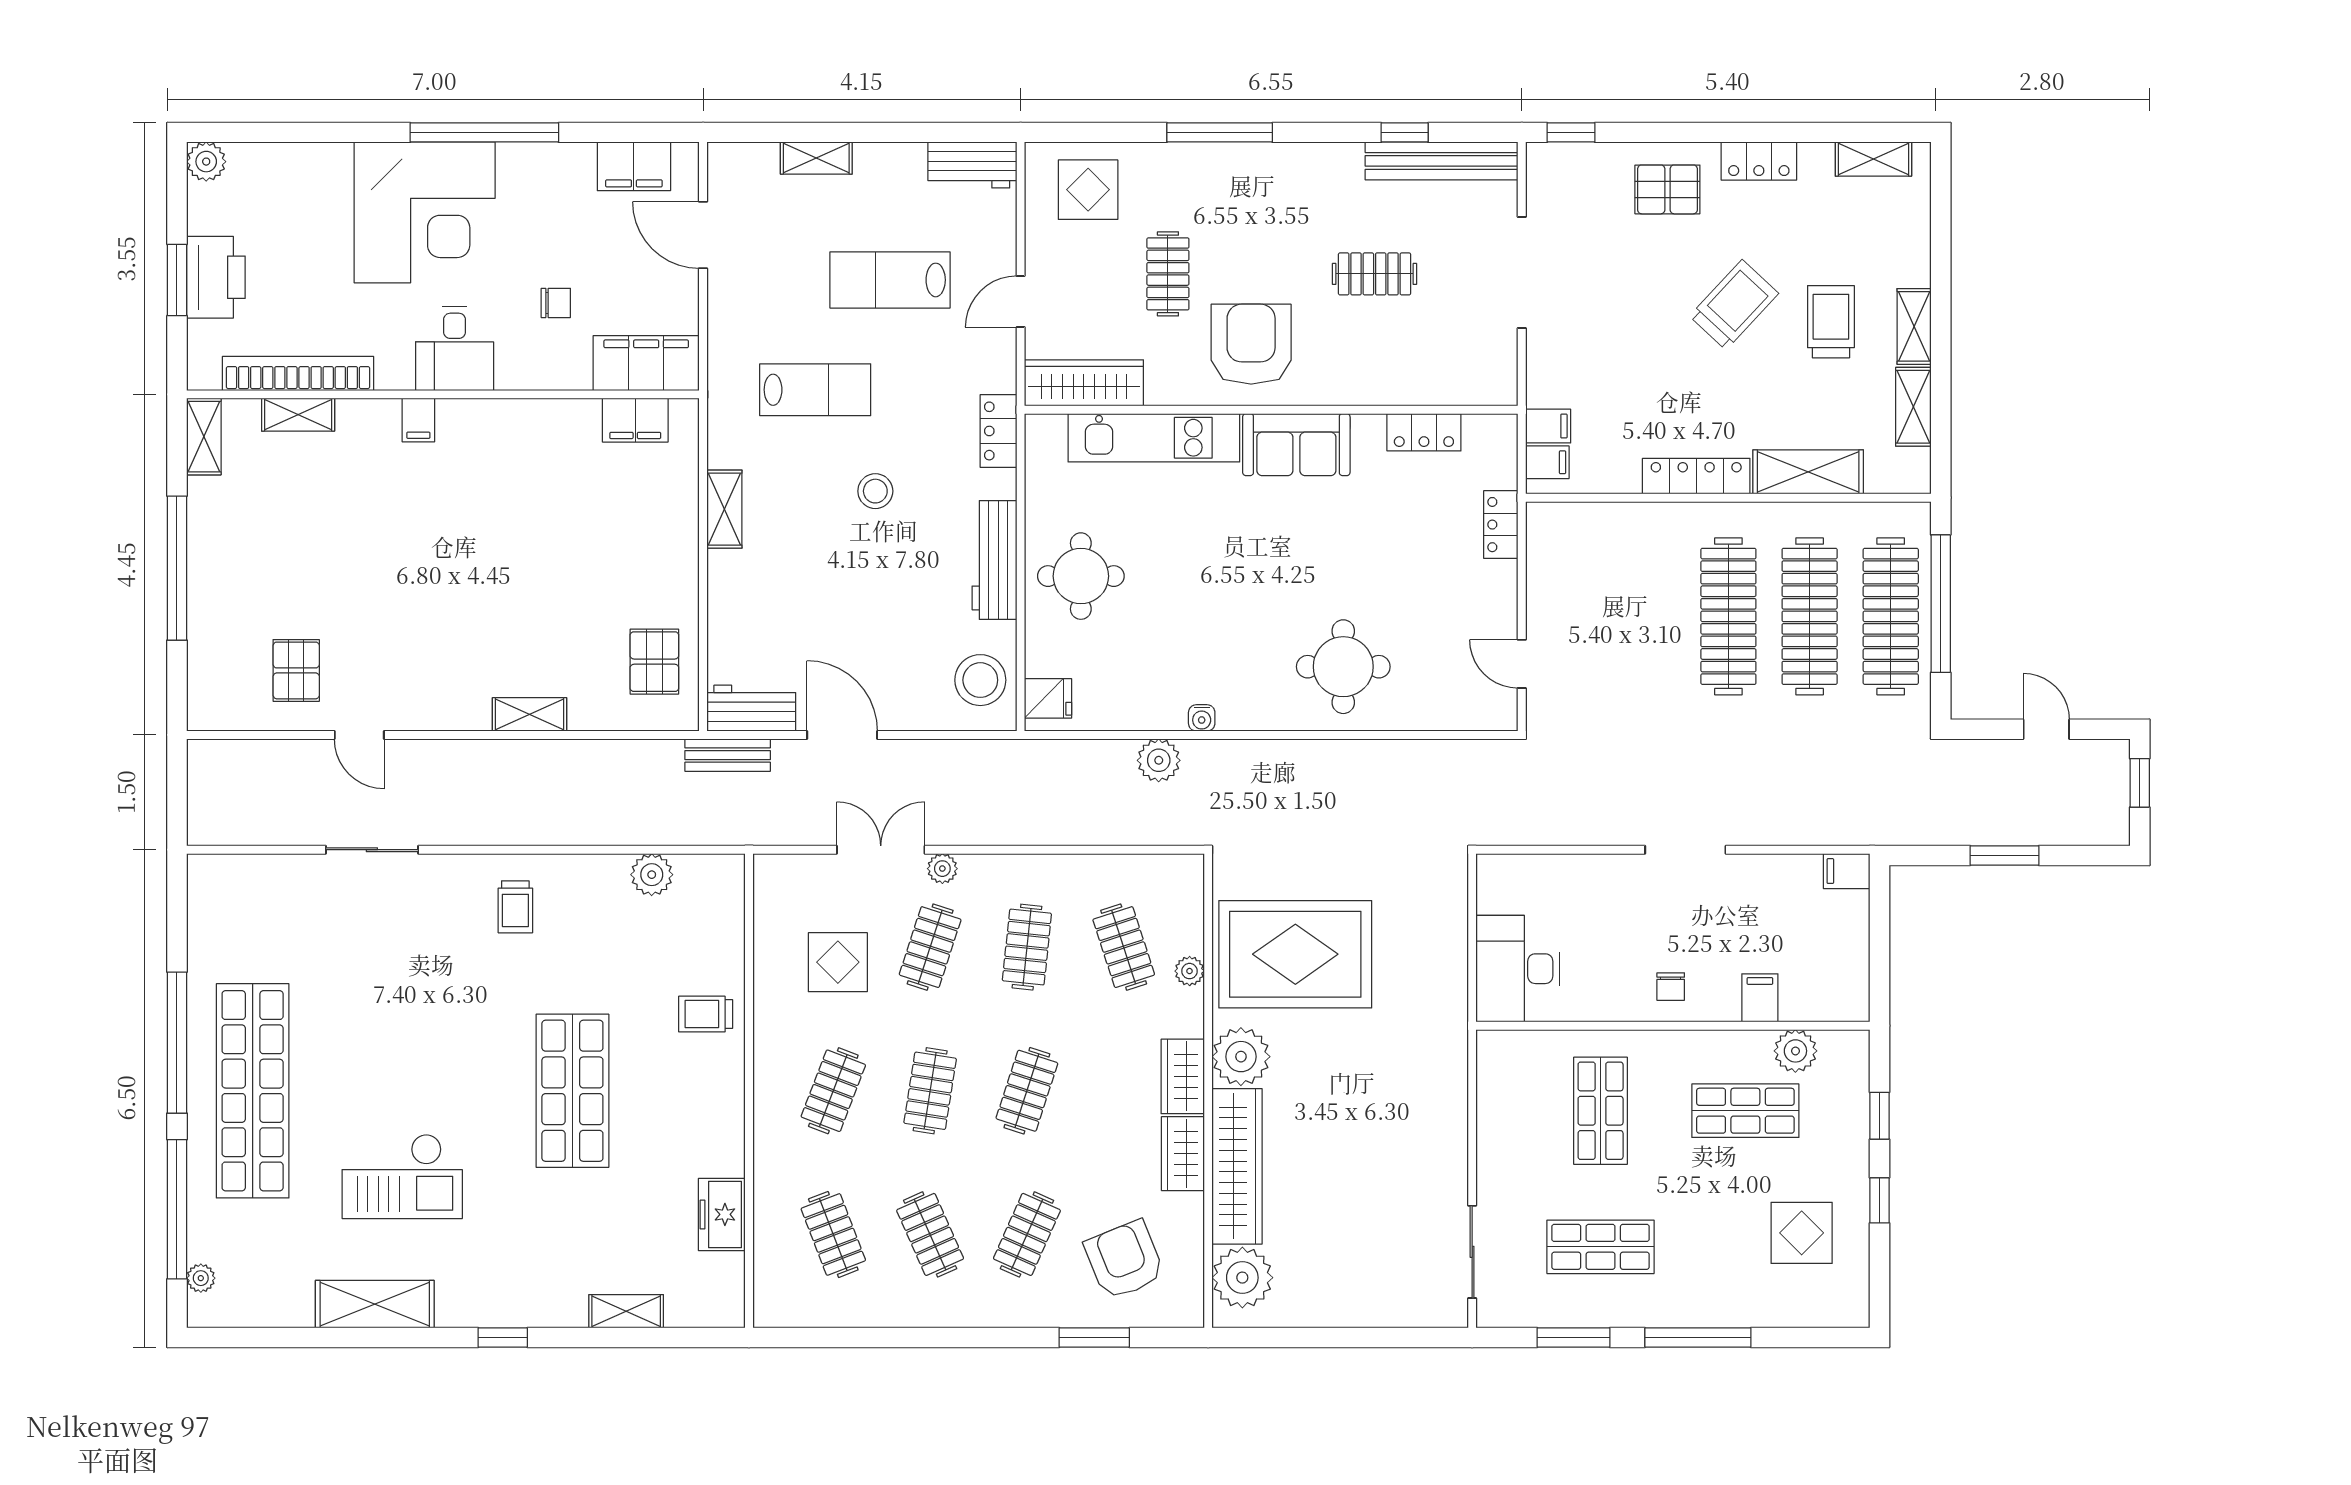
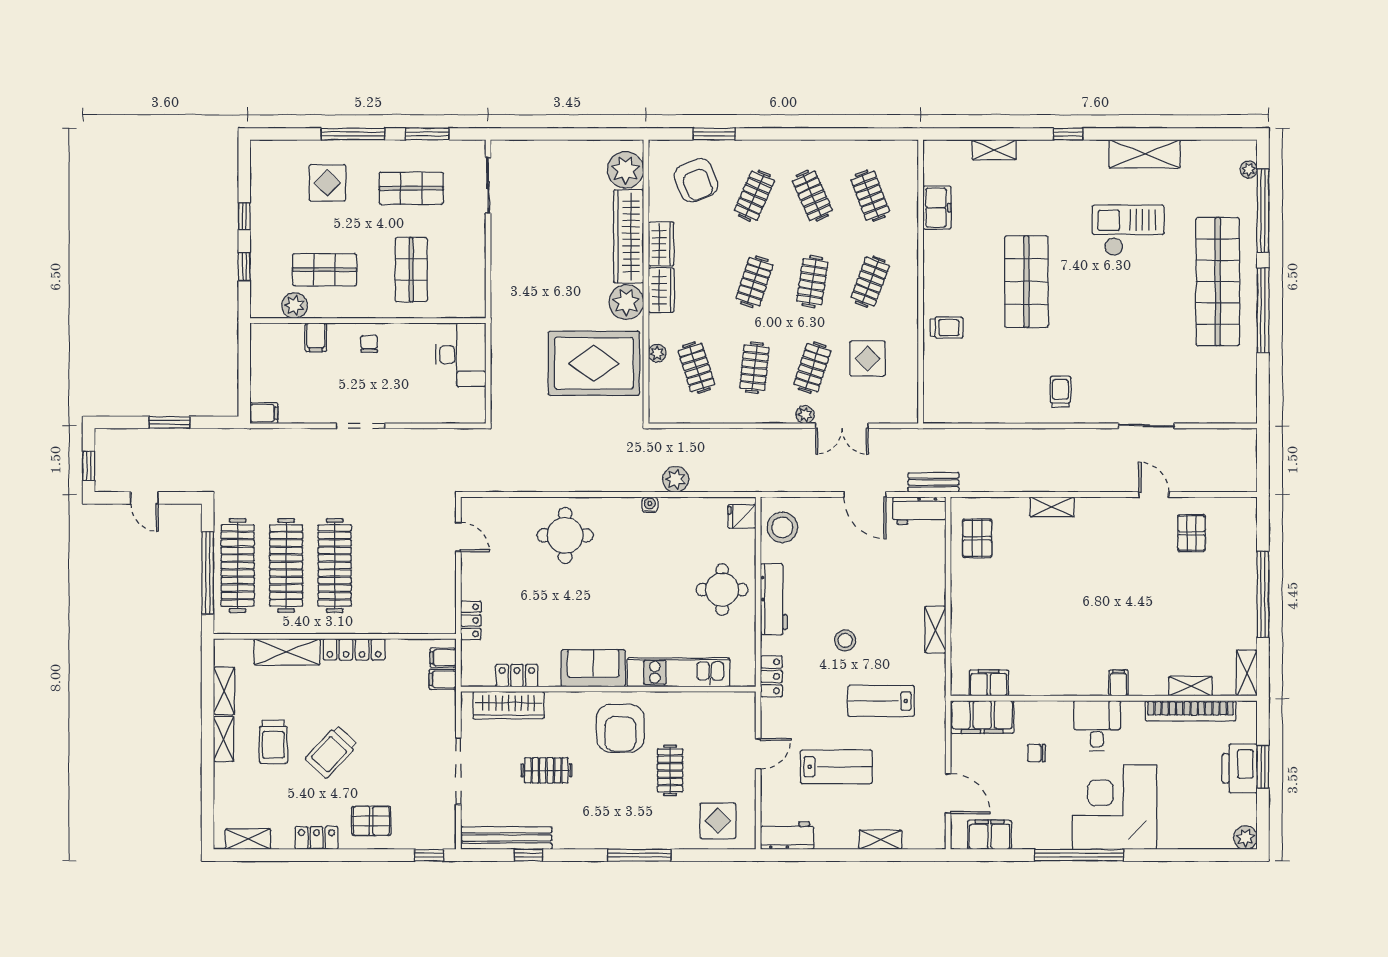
wardrobe: (1084, 383) -> (509, 705), moved
plant: (652, 875) -> (979, 411), removed
display table: (1802, 1233) -> (327, 183), moved

